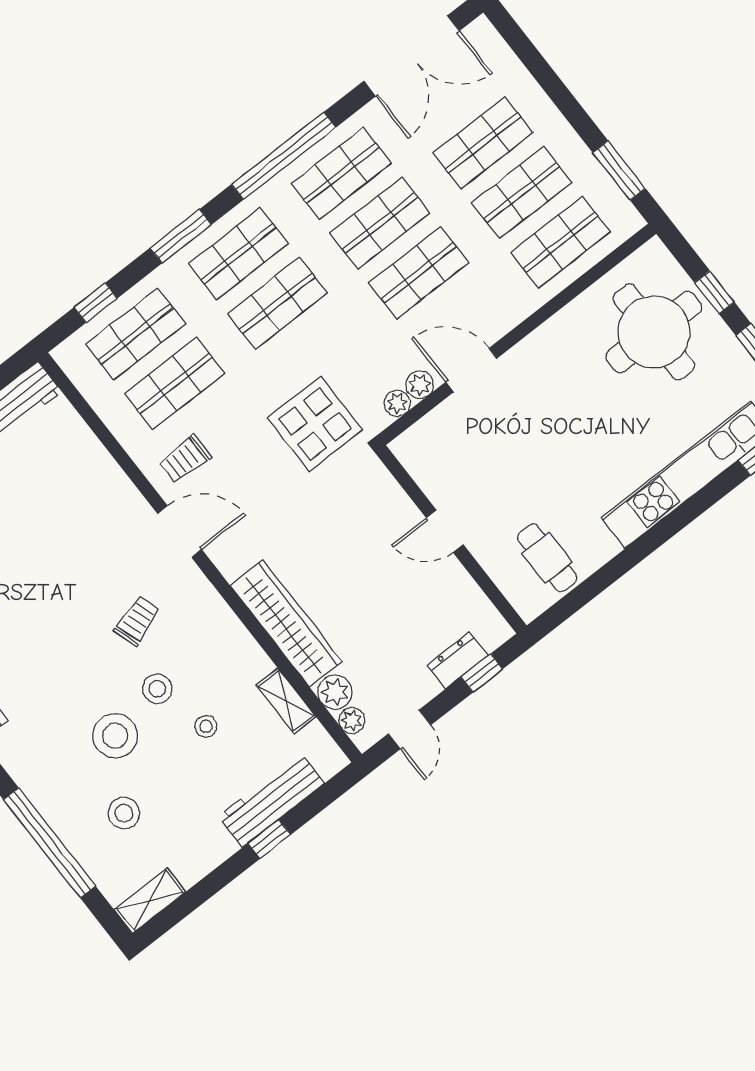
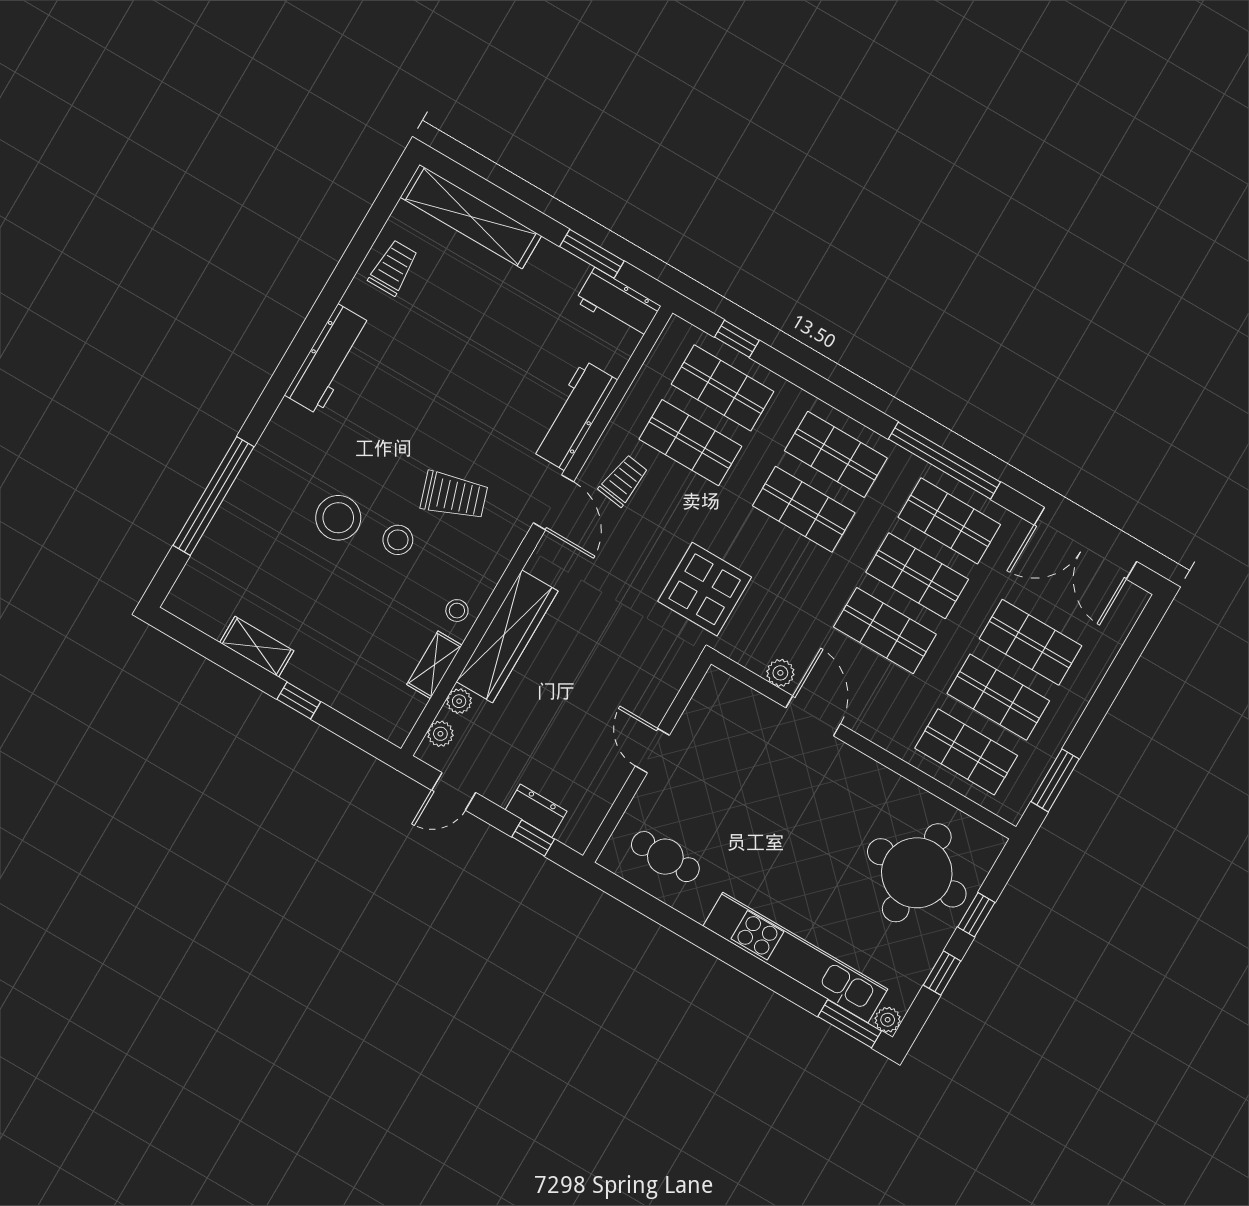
window: (181, 236) -> (831, 394), removed
plant: (397, 403) -> (754, 659), removed
trolley: (185, 459) -> (623, 481), turned 98
cafe table: (547, 558) -> (665, 857), turned 90
trolley: (137, 621) -> (454, 496), width x1.36, depth x1.39
plant: (335, 692) -> (459, 701), width x0.73, depth x0.73
stool: (206, 726) -> (457, 611), moved
workbench: (271, 800) -> (574, 415), moved, turned -90
stool: (124, 813) -> (269, 555), removed
shelving: (150, 901) -> (257, 647), moved

